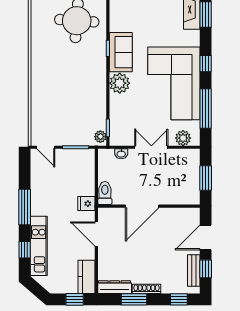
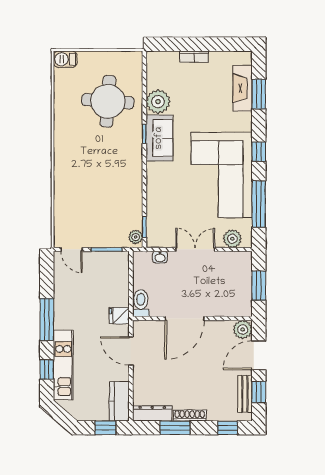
plant: (120, 83) -> (158, 102), moved
plant: (192, 216) -> (243, 329), added

